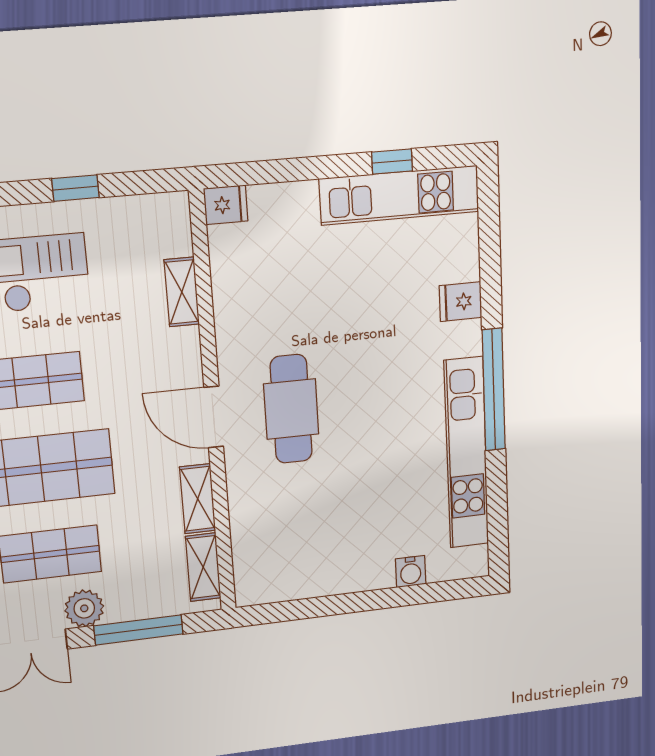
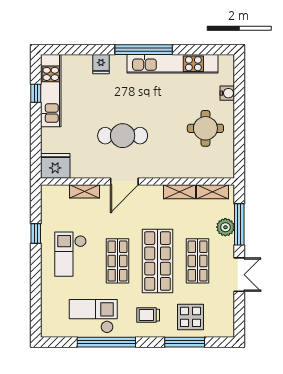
fridge: (226, 205) -> (55, 166), width x1.88, depth x1.34
cafe table: (291, 409) -> (123, 136), moved
door: (214, 417) -> (124, 182), moved
round table: (336, 536) -> (205, 128), added
plant: (84, 608) -> (225, 227), moved

